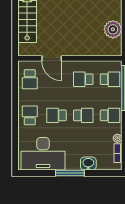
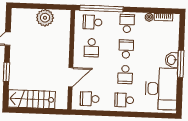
school desk: (30, 79) -> (90, 99), turned 180
school desk: (110, 79) -> (92, 22), turned -90
washbasin: (88, 164) -> (172, 60), moved

